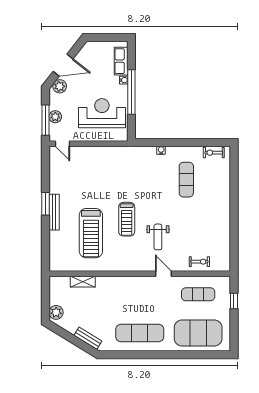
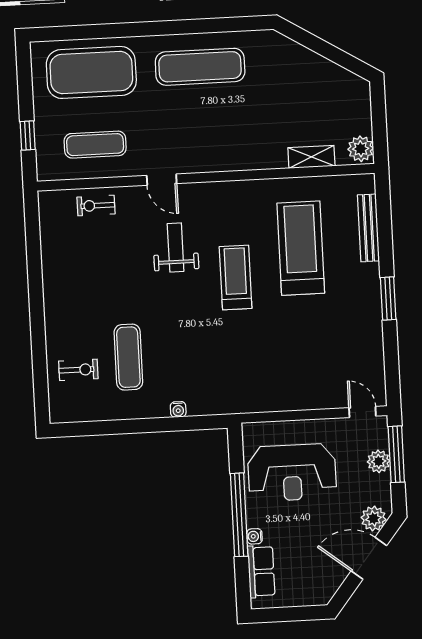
exercise bike: (214, 153) -> (78, 370), moved
bench: (54, 212) -> (368, 228), moved
plant: (56, 312) -> (361, 149), moved
bench: (88, 338) -> (296, 52), removed

